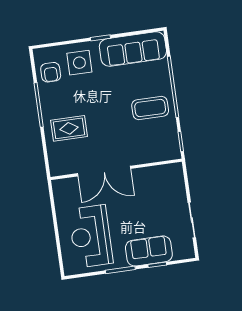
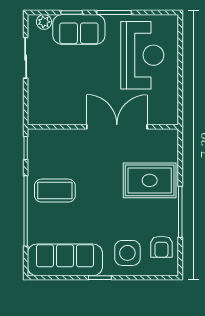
armchair: (51, 72) -> (161, 247), turned 180
rug: (69, 128) -> (150, 180), width x1.36, depth x1.43
plant: (180, 253) -> (44, 22), added

